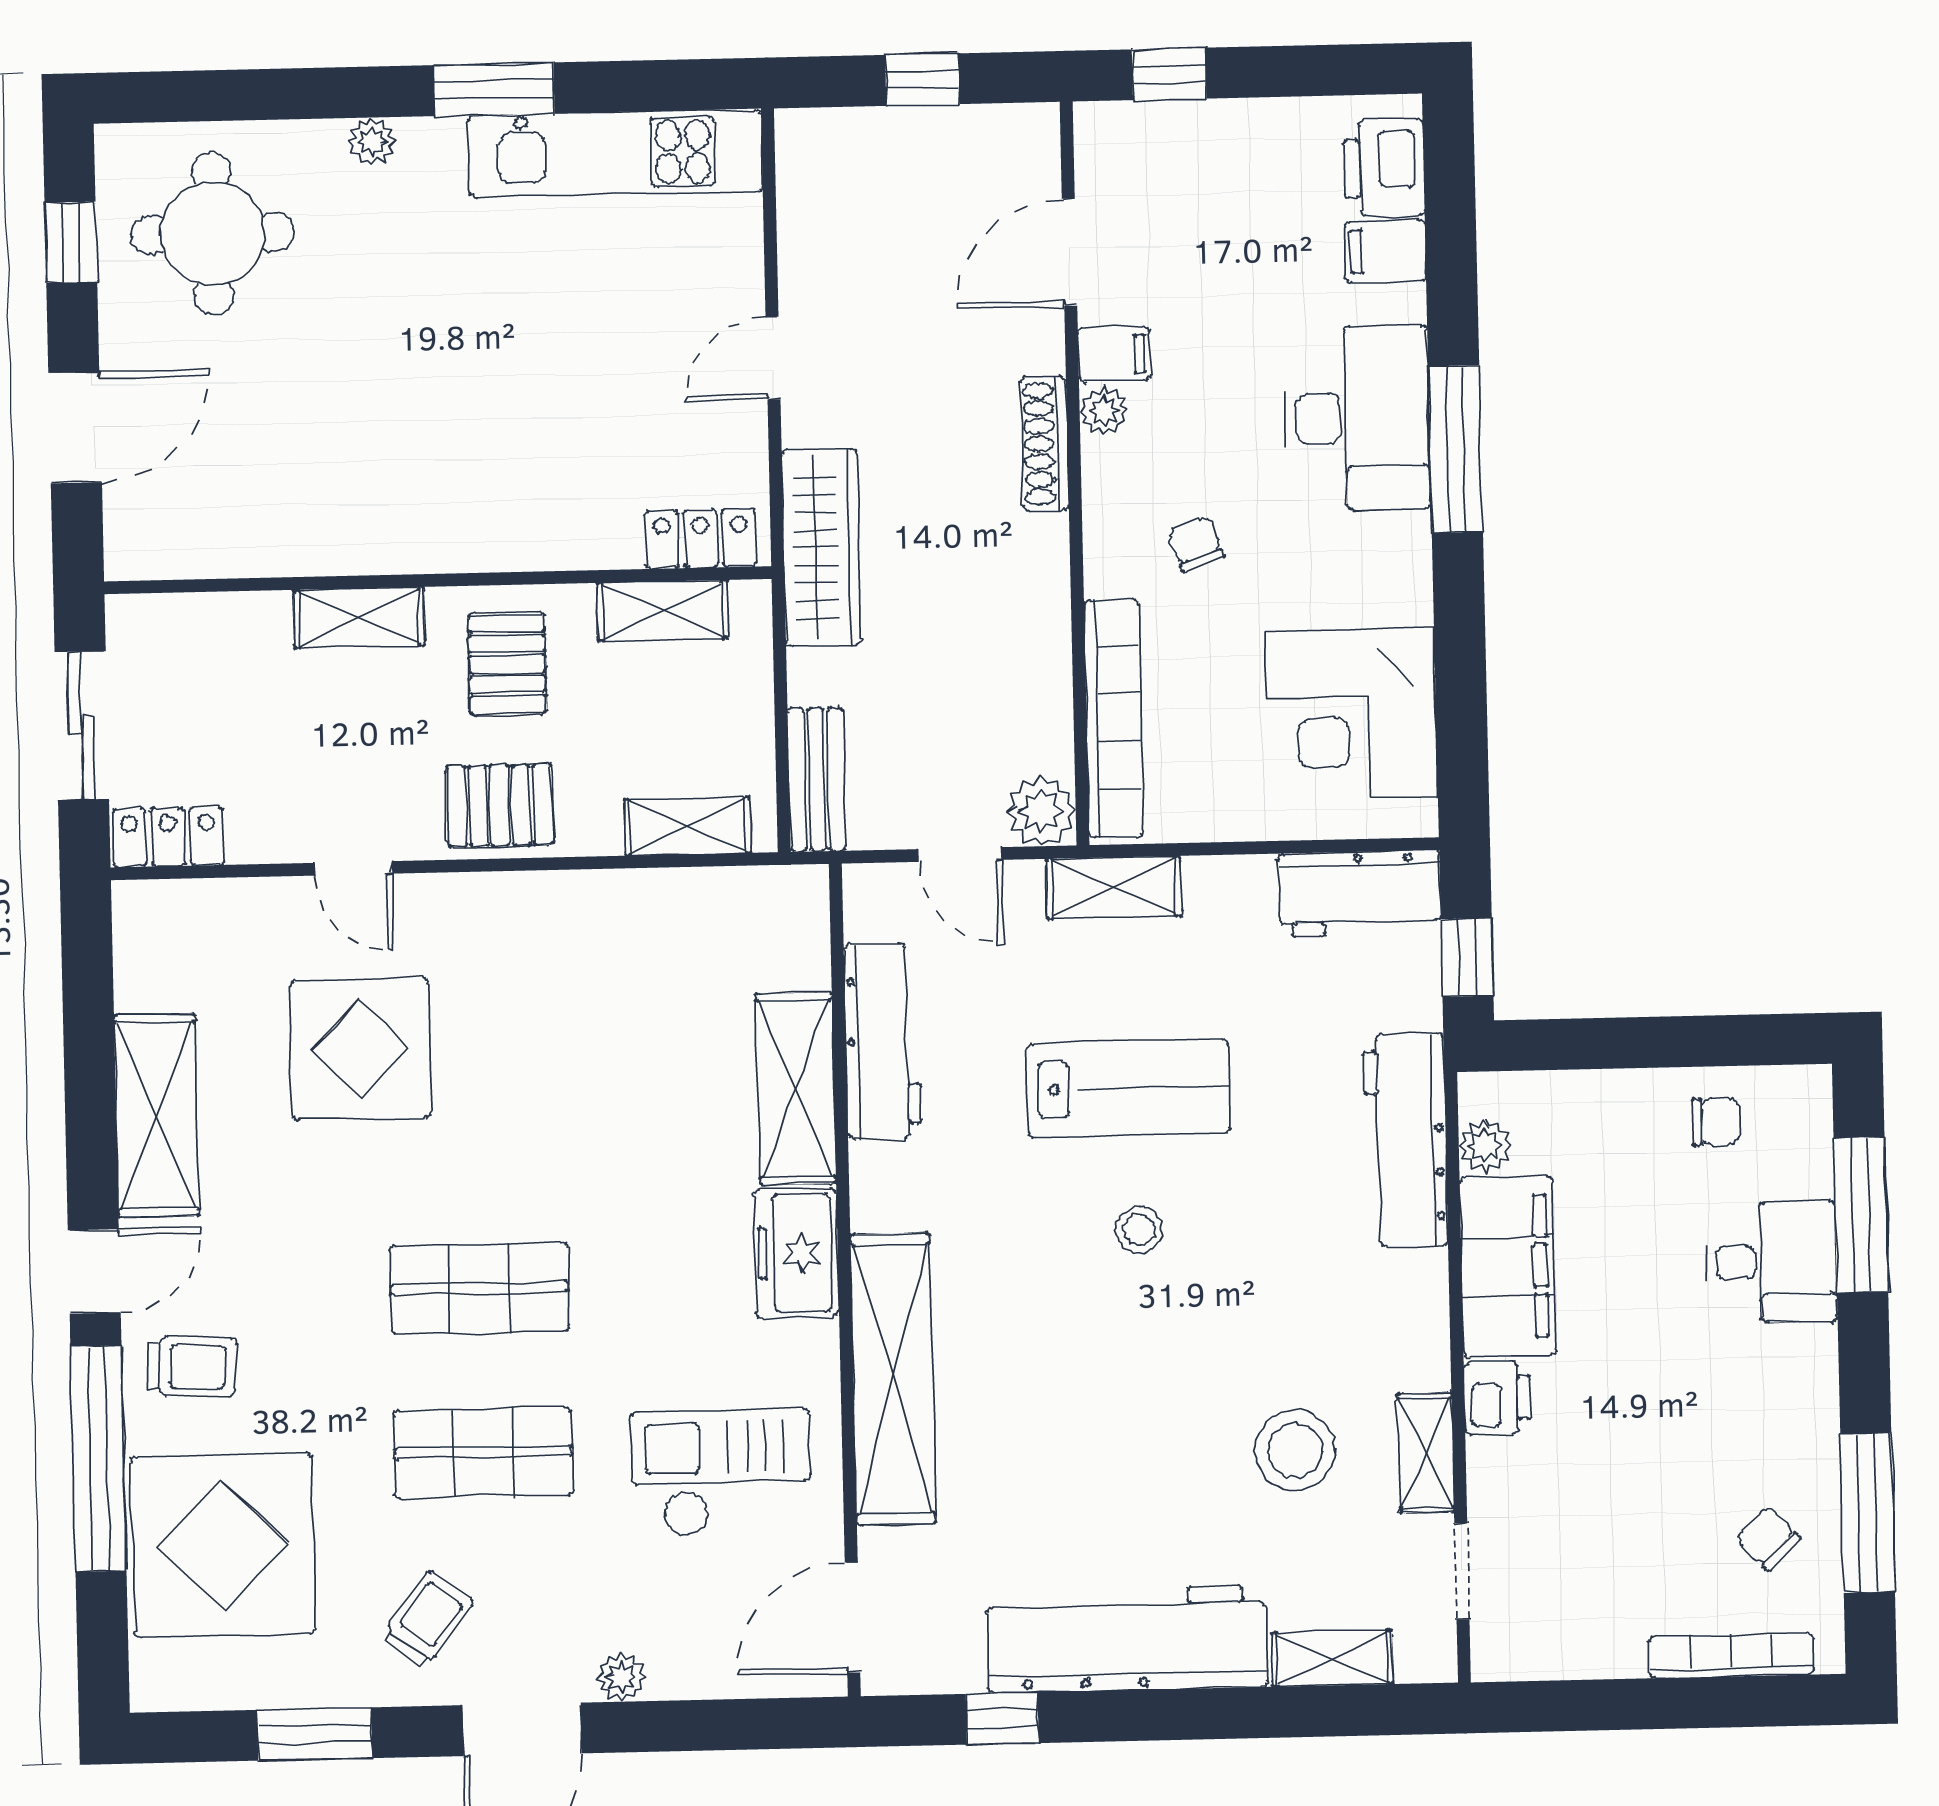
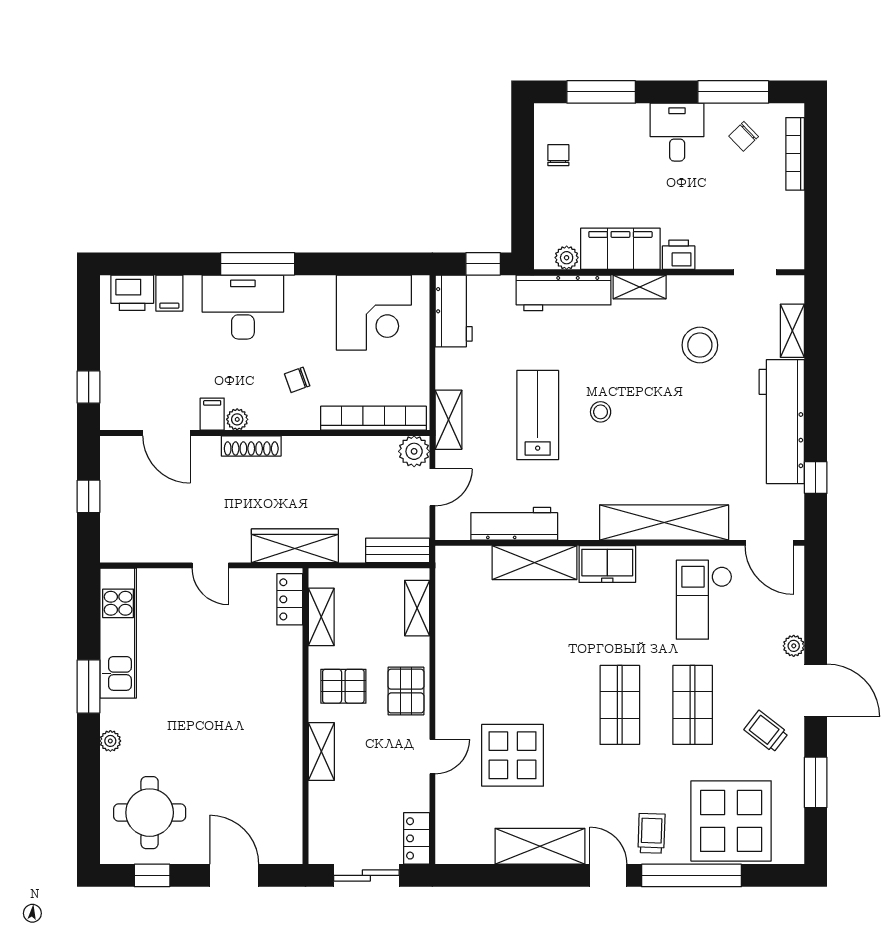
desk: (1771, 1262) -> (677, 132), moved
shelving: (1426, 1453) -> (640, 287), moved

